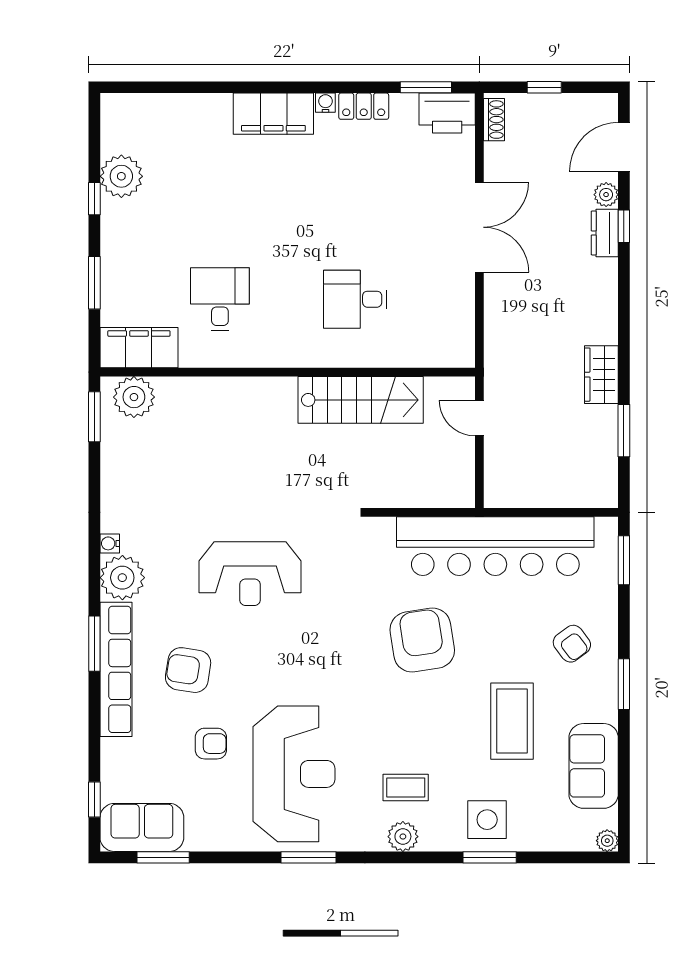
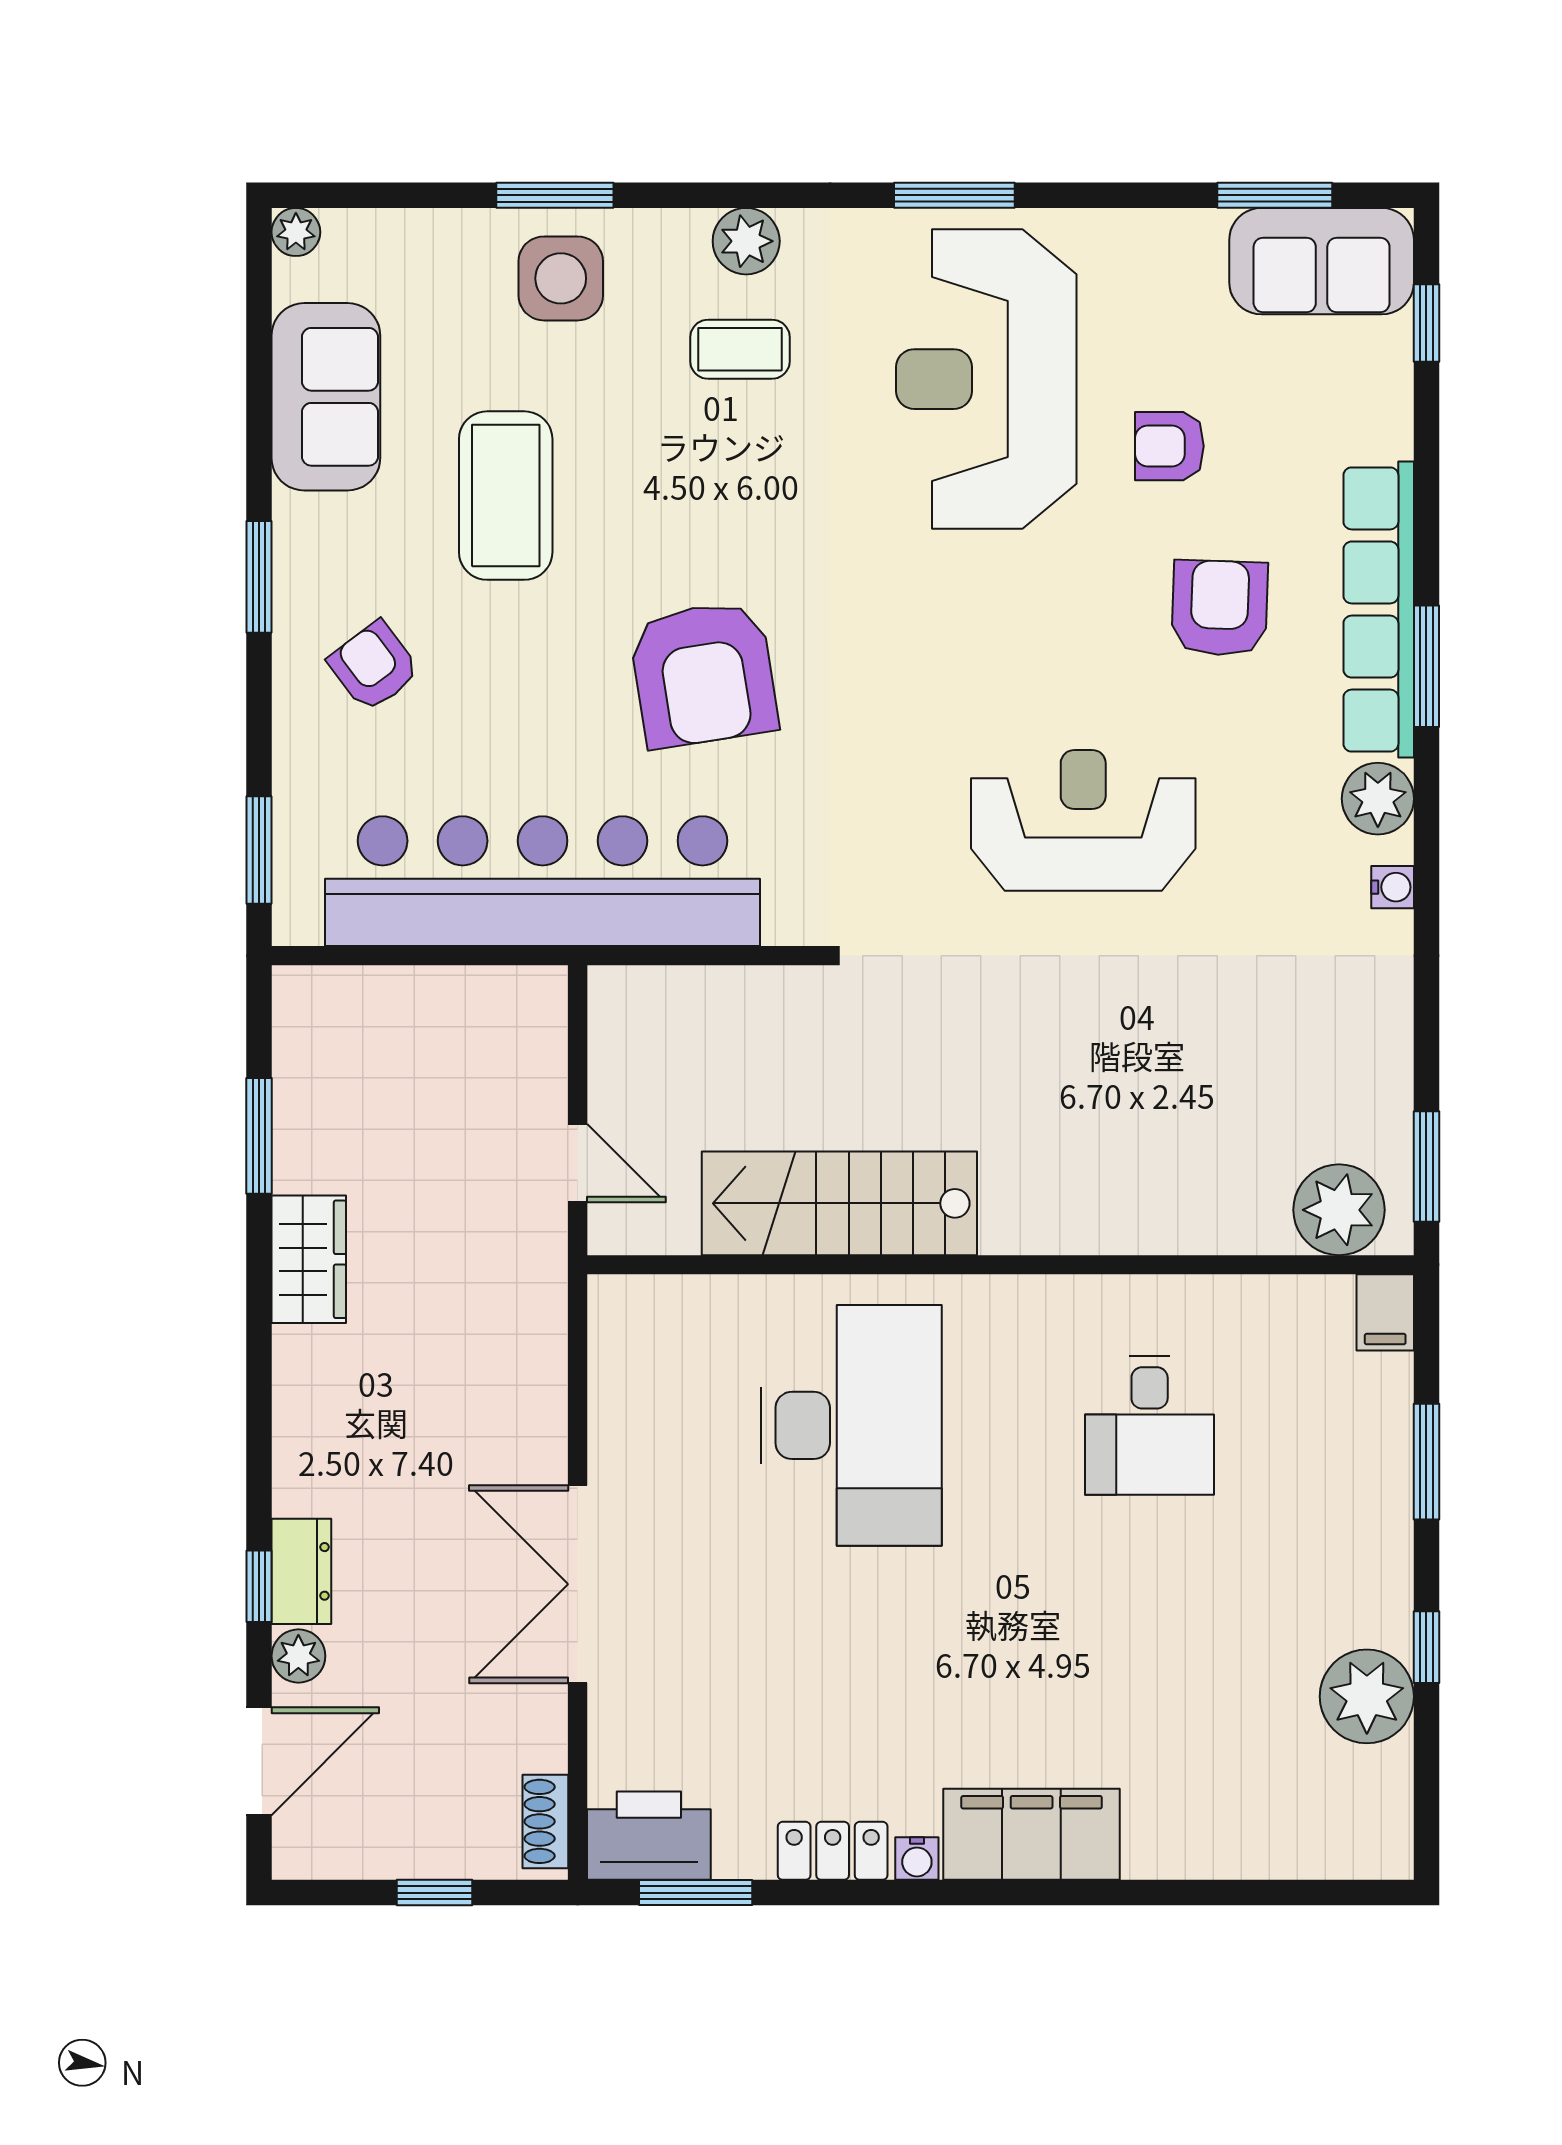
desk: (355, 299) -> (851, 1425), width x1.87, depth x1.30
filing cabinet: (139, 348) -> (1385, 1312), width x0.33, depth x0.86
plant: (122, 578) -> (1378, 799), width x0.73, depth x0.73
armchair: (188, 670) -> (1220, 608), turned -97

